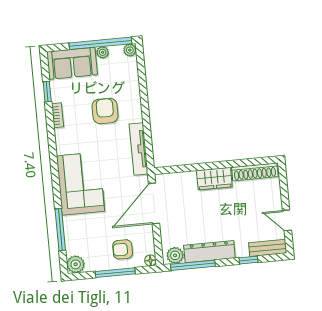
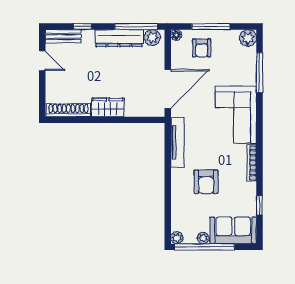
bookcase: (58, 115) -> (252, 163), moved, width x1.56
armchair: (123, 249) -> (202, 48), turned 90

